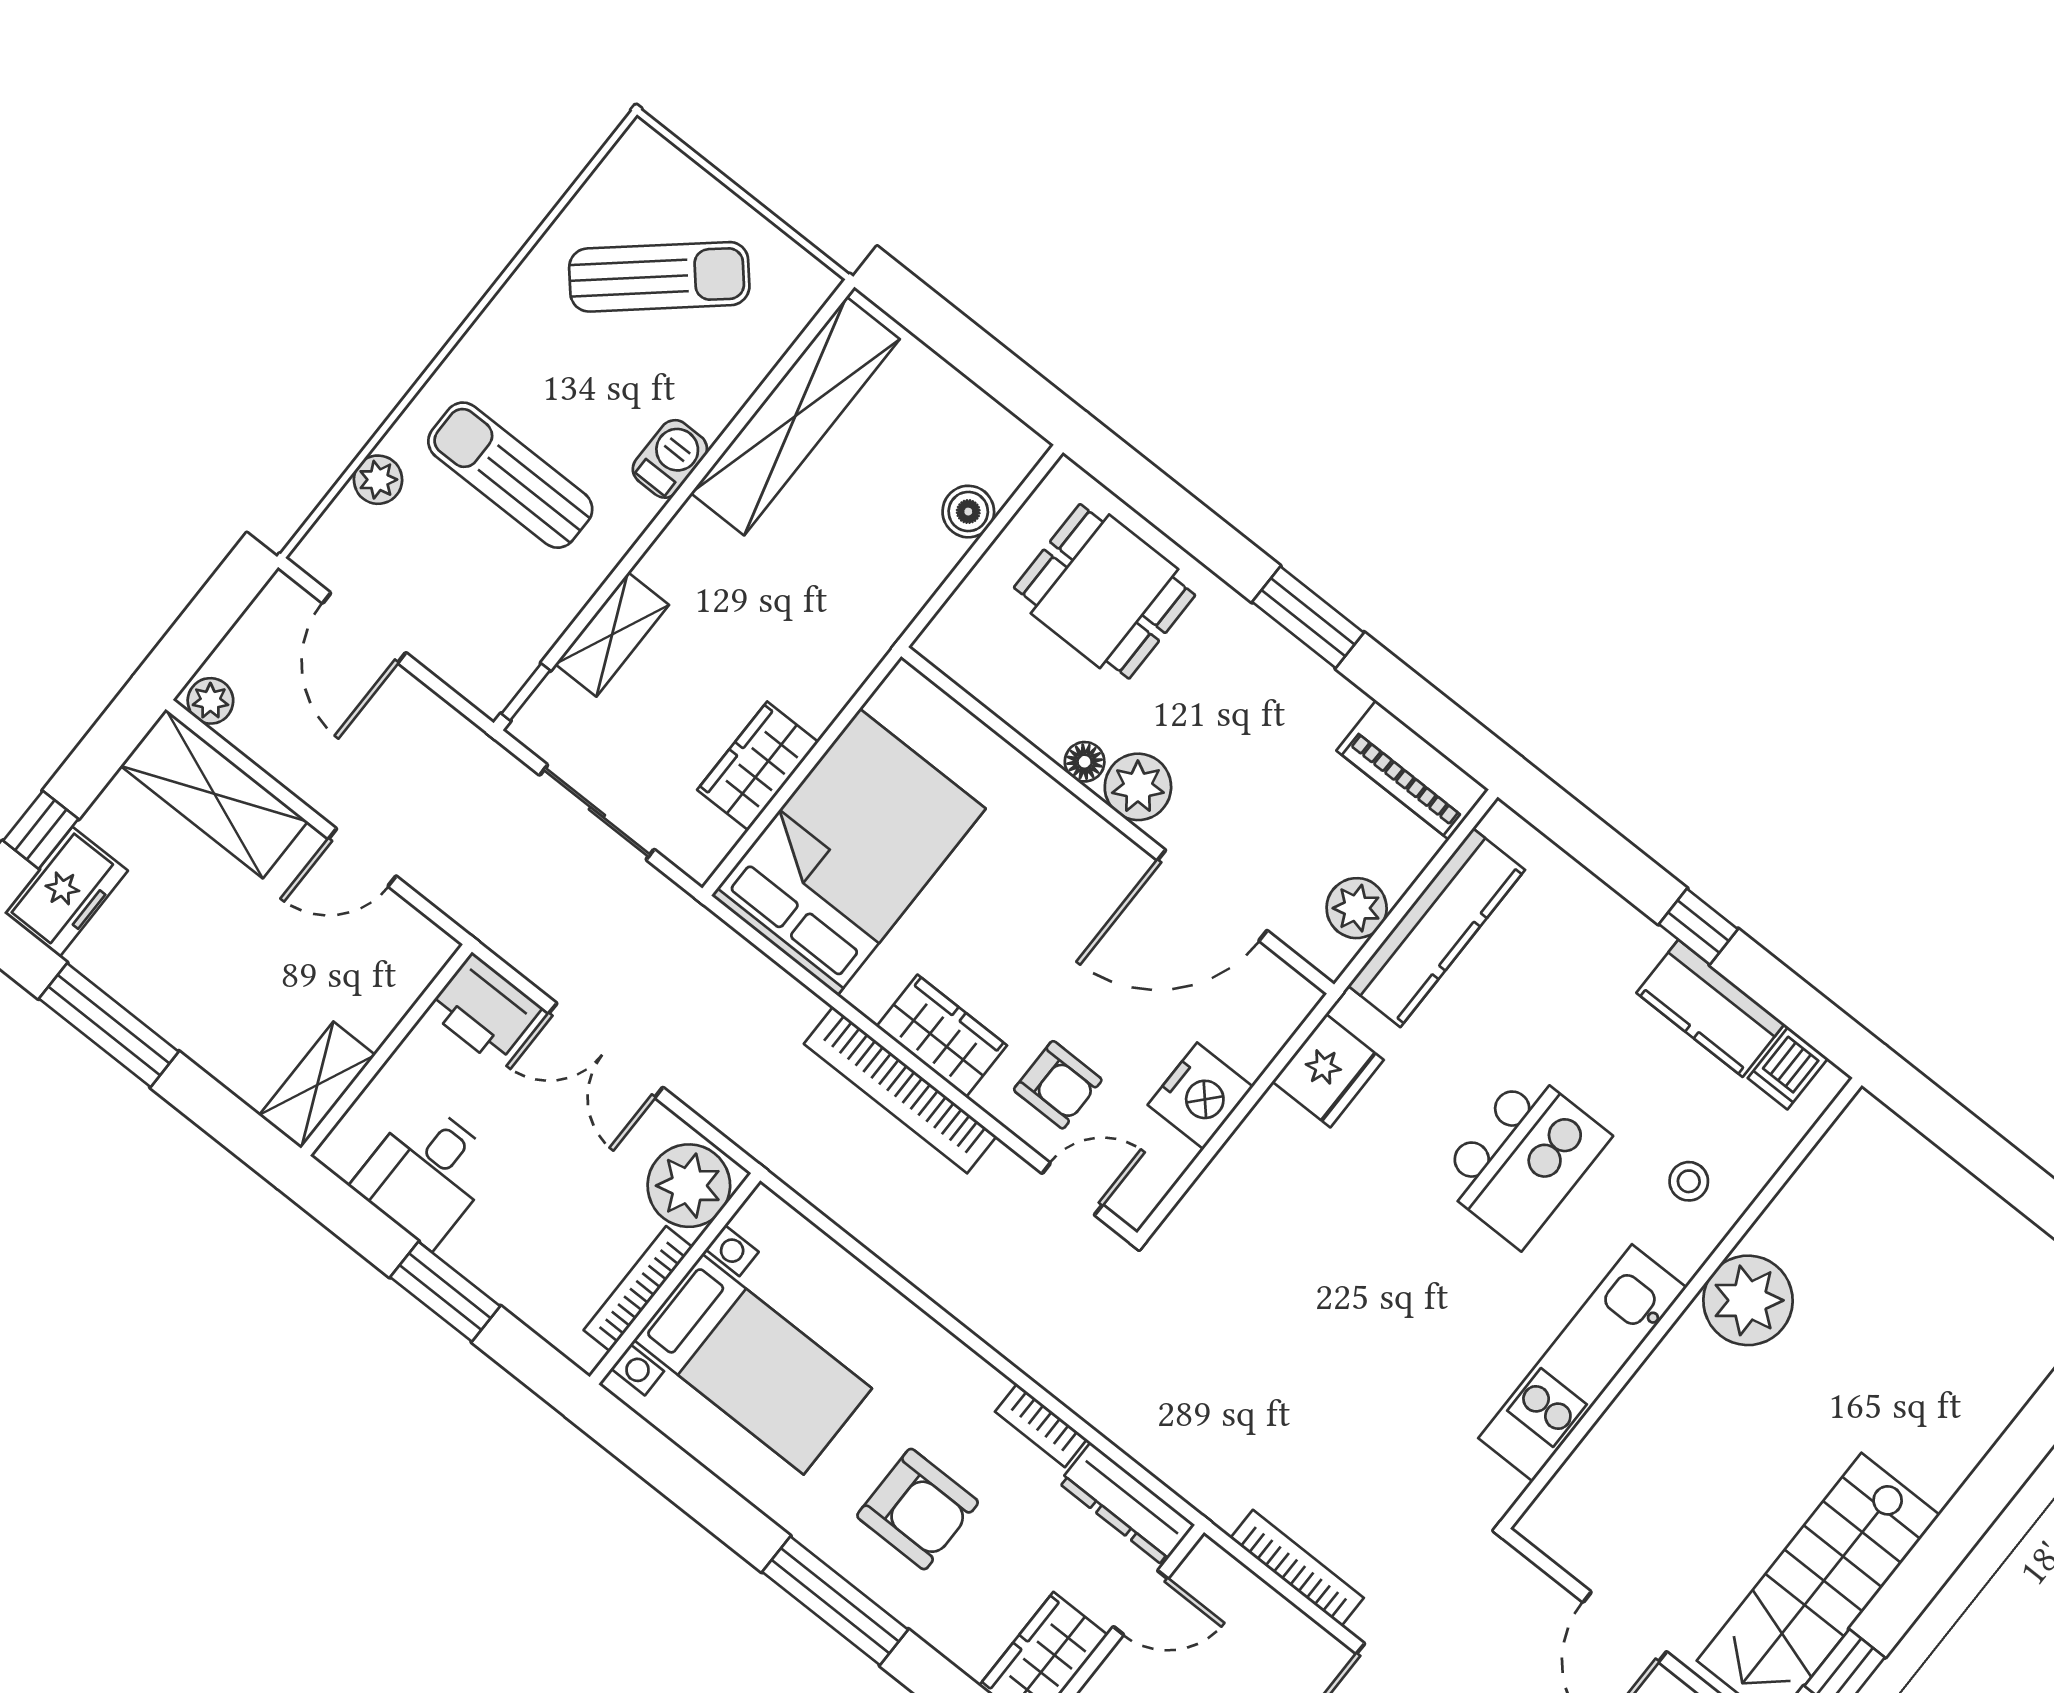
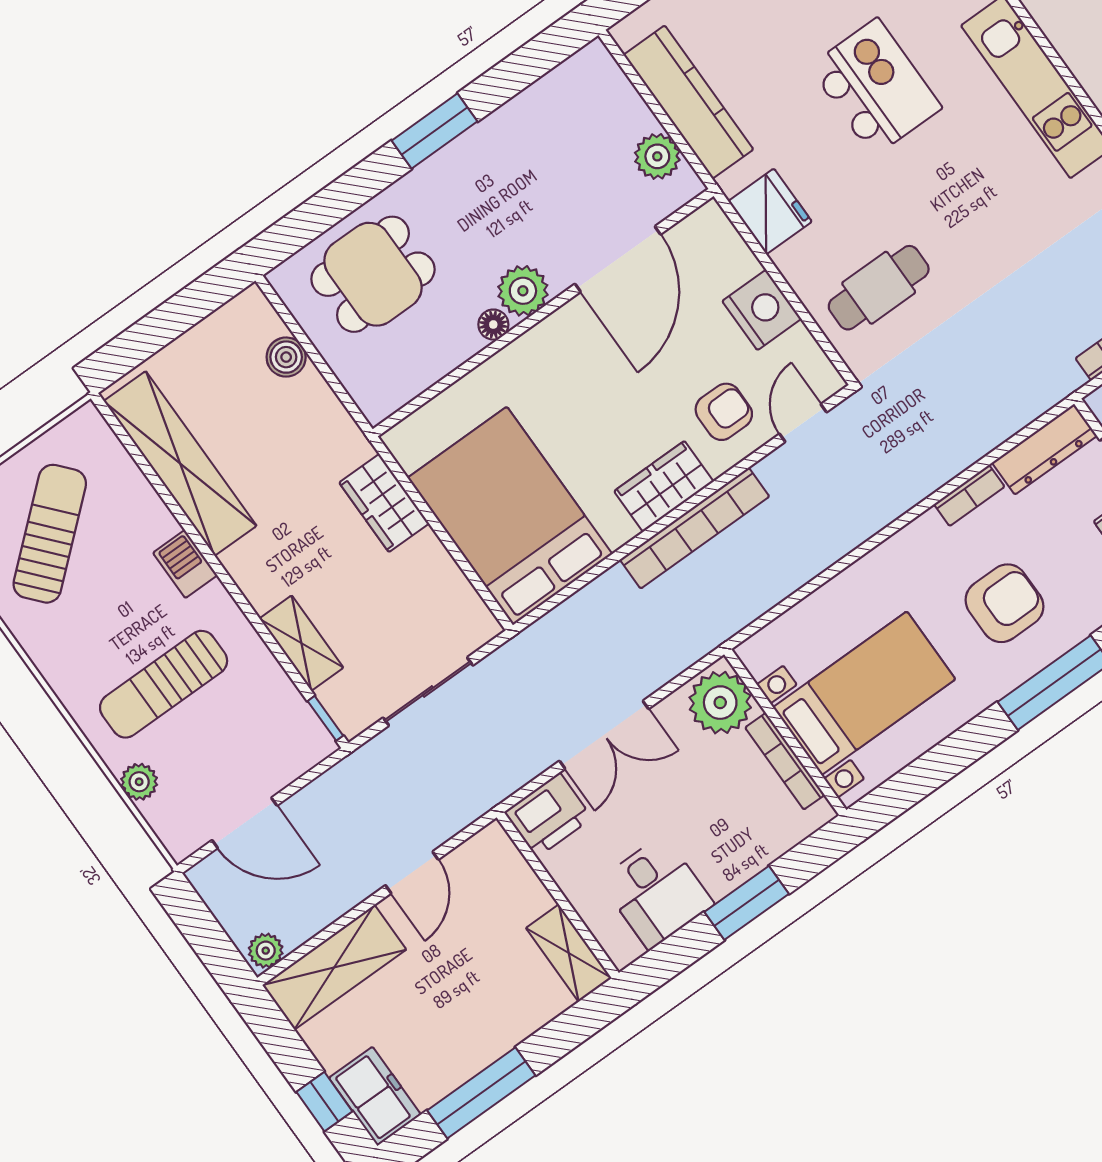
wardrobe: (758, 766) -> (384, 503), moved
piano: (1413, 770) -> (568, 87), removed
cafe table: (1271, 1236) -> (879, 288), added

